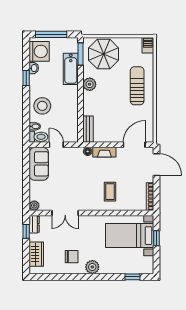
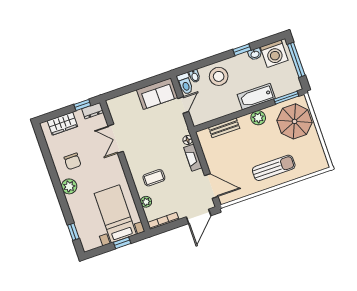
barbecue: (148, 45) -> (320, 164), removed
bathtub: (71, 69) -> (256, 97), moved
bench: (88, 129) -> (224, 128), moved
plant: (34, 206) -> (146, 202), moved

